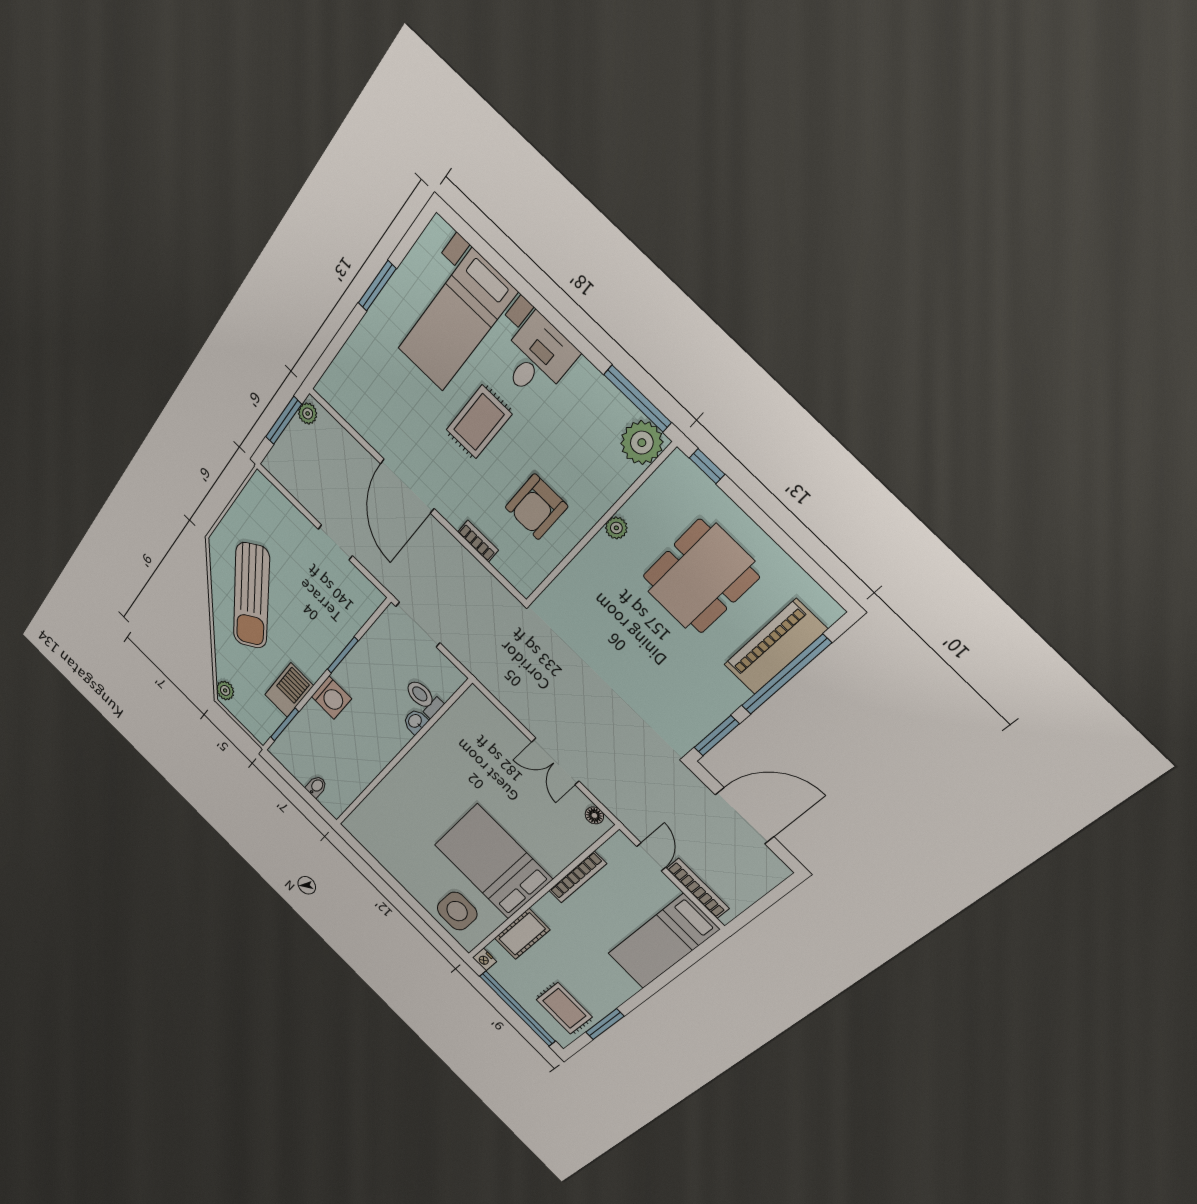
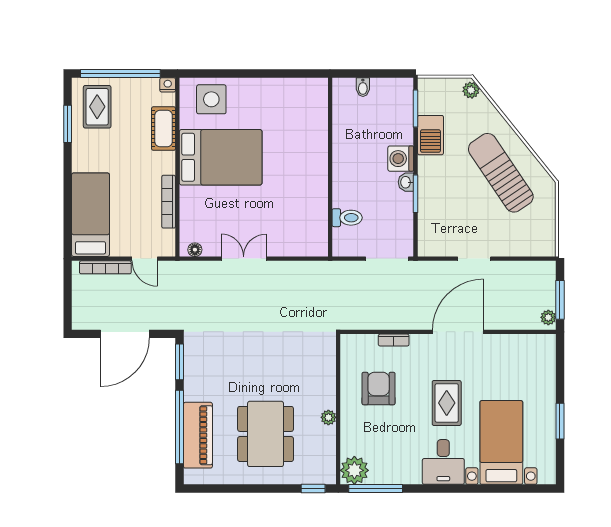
door: (407, 486) -> (458, 332), hinge flipped
washbasin: (415, 721) -> (406, 182), moved, turned 180
rug: (564, 1008) -> (97, 107), turned 90

